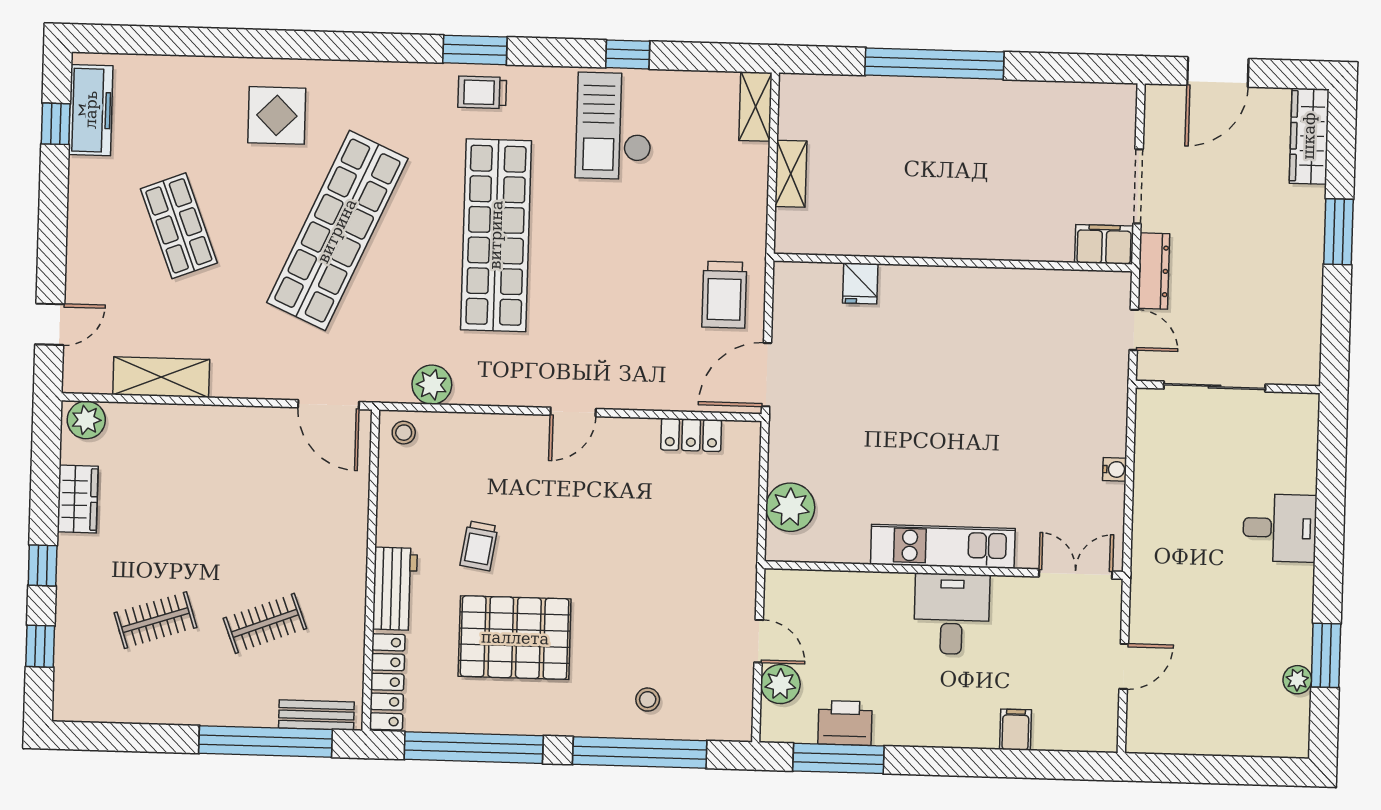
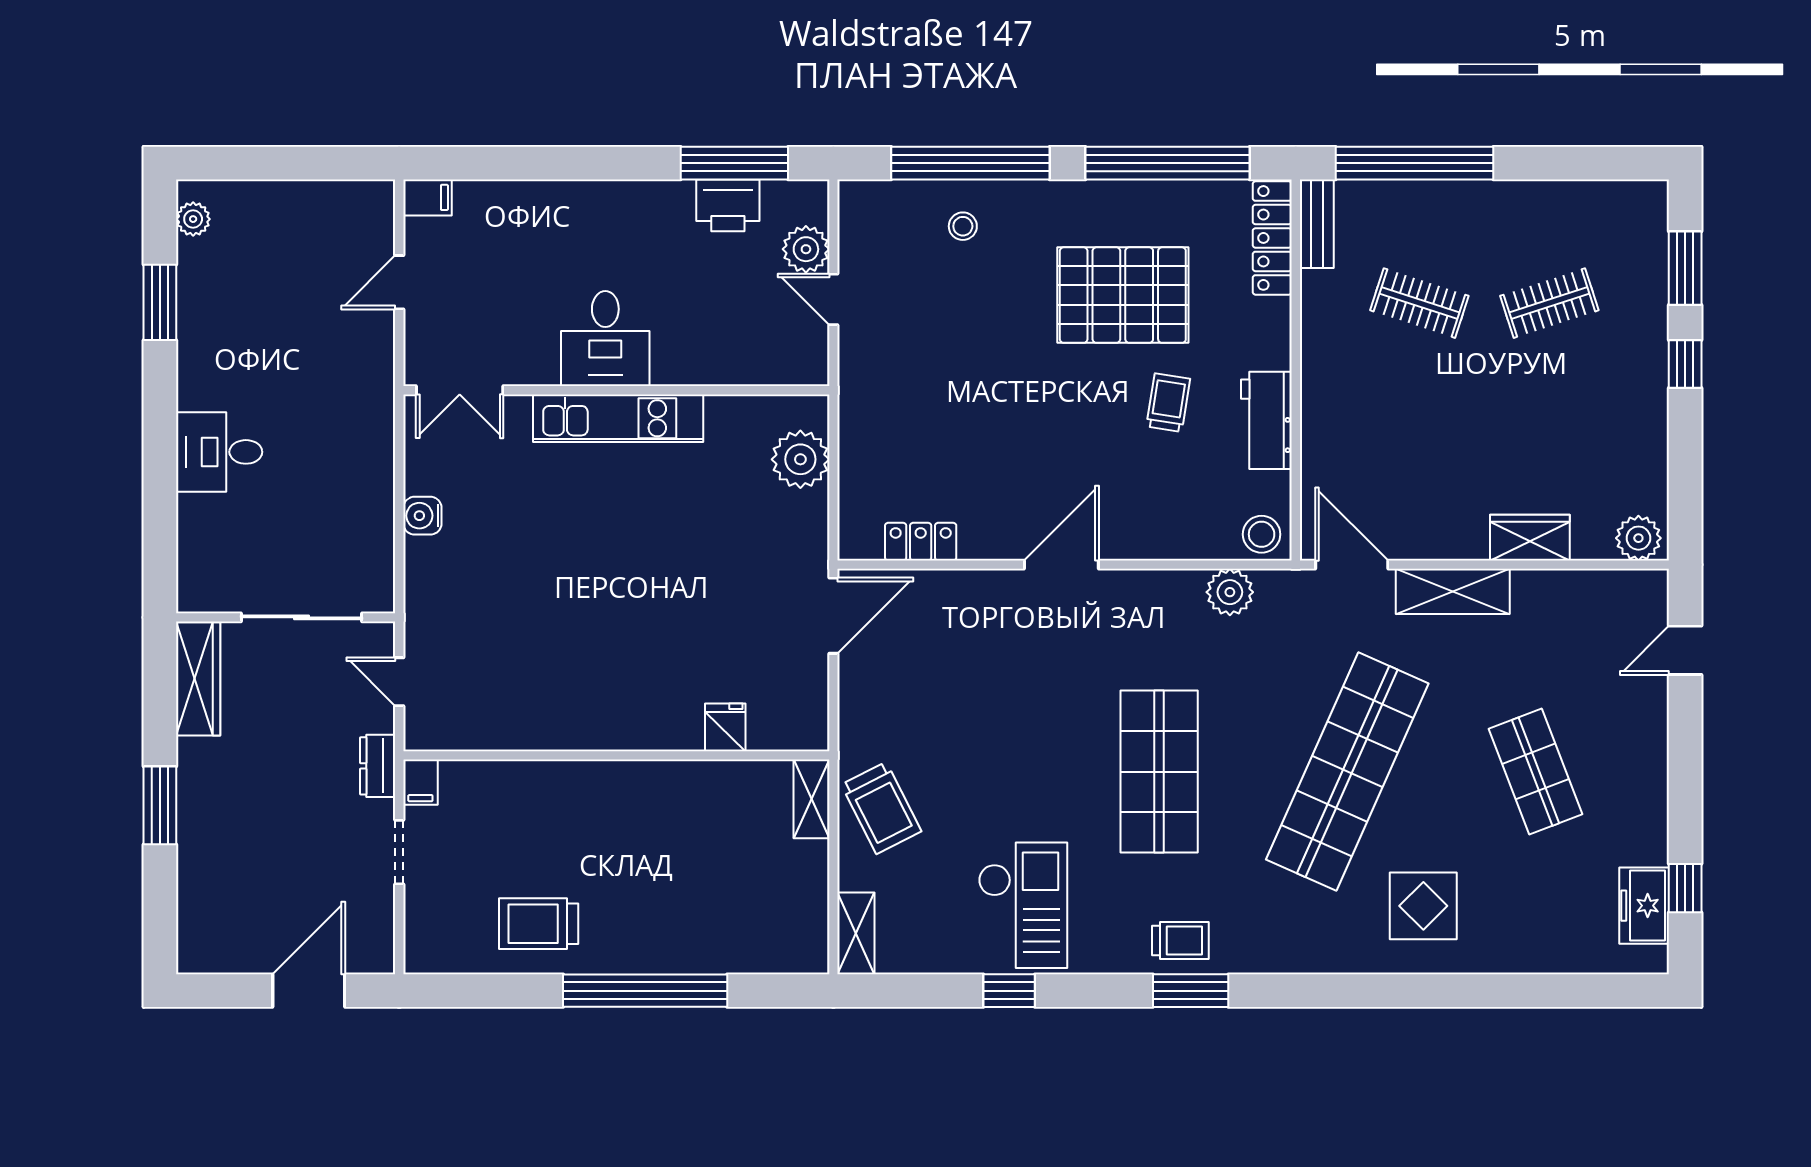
freezer: (91, 110) -> (1644, 906), width x0.71
trolley: (1022, 123) -> (539, 924), added
wardrobe: (1309, 136) -> (198, 679), moved
shelving: (791, 174) -> (811, 799), moved
doorway: (1138, 186) -> (399, 852), width x0.73
shop shelf: (496, 235) -> (1159, 772), width x0.71
filing cabinet: (1104, 244) -> (420, 782), width x0.50
dresser: (1154, 271) -> (378, 766), width x0.70
trolley: (724, 295) -> (881, 808), moved, turned 153
shelving: (161, 377) -> (1453, 591), moved
door: (573, 412) -> (1061, 565), width x1.38
stool: (404, 433) -> (1262, 534), width x1.37, depth x1.37
water cooler: (1115, 469) -> (422, 516), width x1.38, depth x1.38
wardrobe: (78, 499) -> (1530, 538), moved, turned 90
workbench: (395, 589) -> (1266, 420), moved
clothes rail: (265, 623) -> (1419, 303), turned 39
window: (40, 646) -> (1685, 268), width x1.50
plant: (1297, 680) -> (193, 219), moved
bench: (316, 715) -> (1317, 224), moved, turned 90
filing cabinet: (1015, 730) -> (427, 197), moved, turned -90

